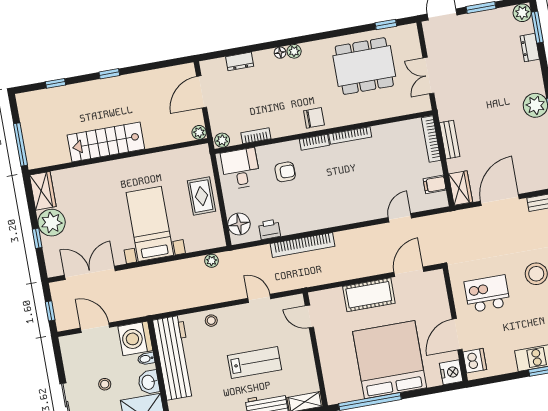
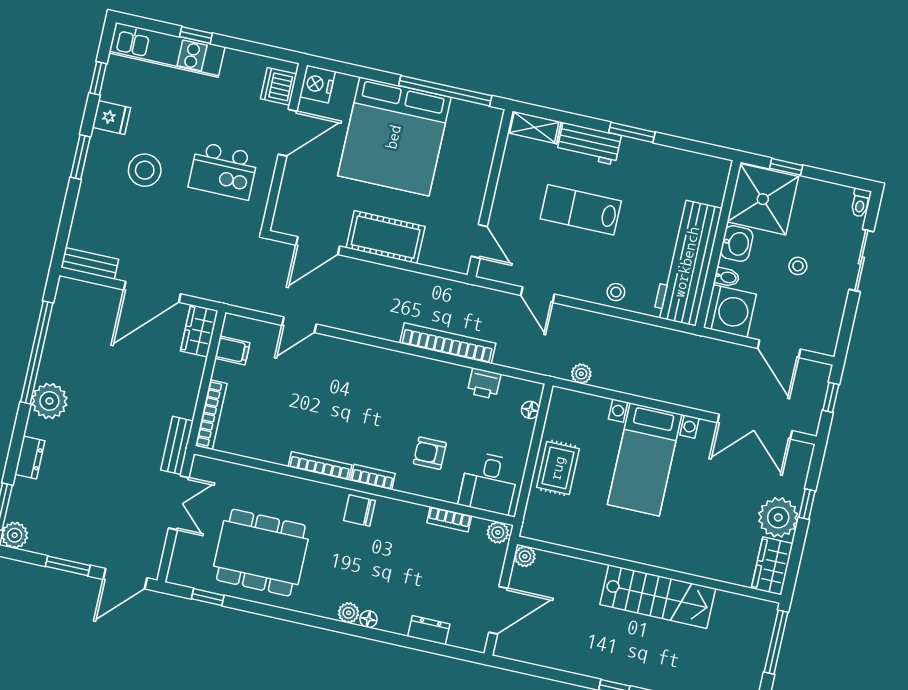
dresser: (530, 48) -> (30, 457), moved
bench: (450, 140) -> (177, 445), moved
floor lamp: (239, 224) -> (530, 410), width x0.53, depth x0.53

